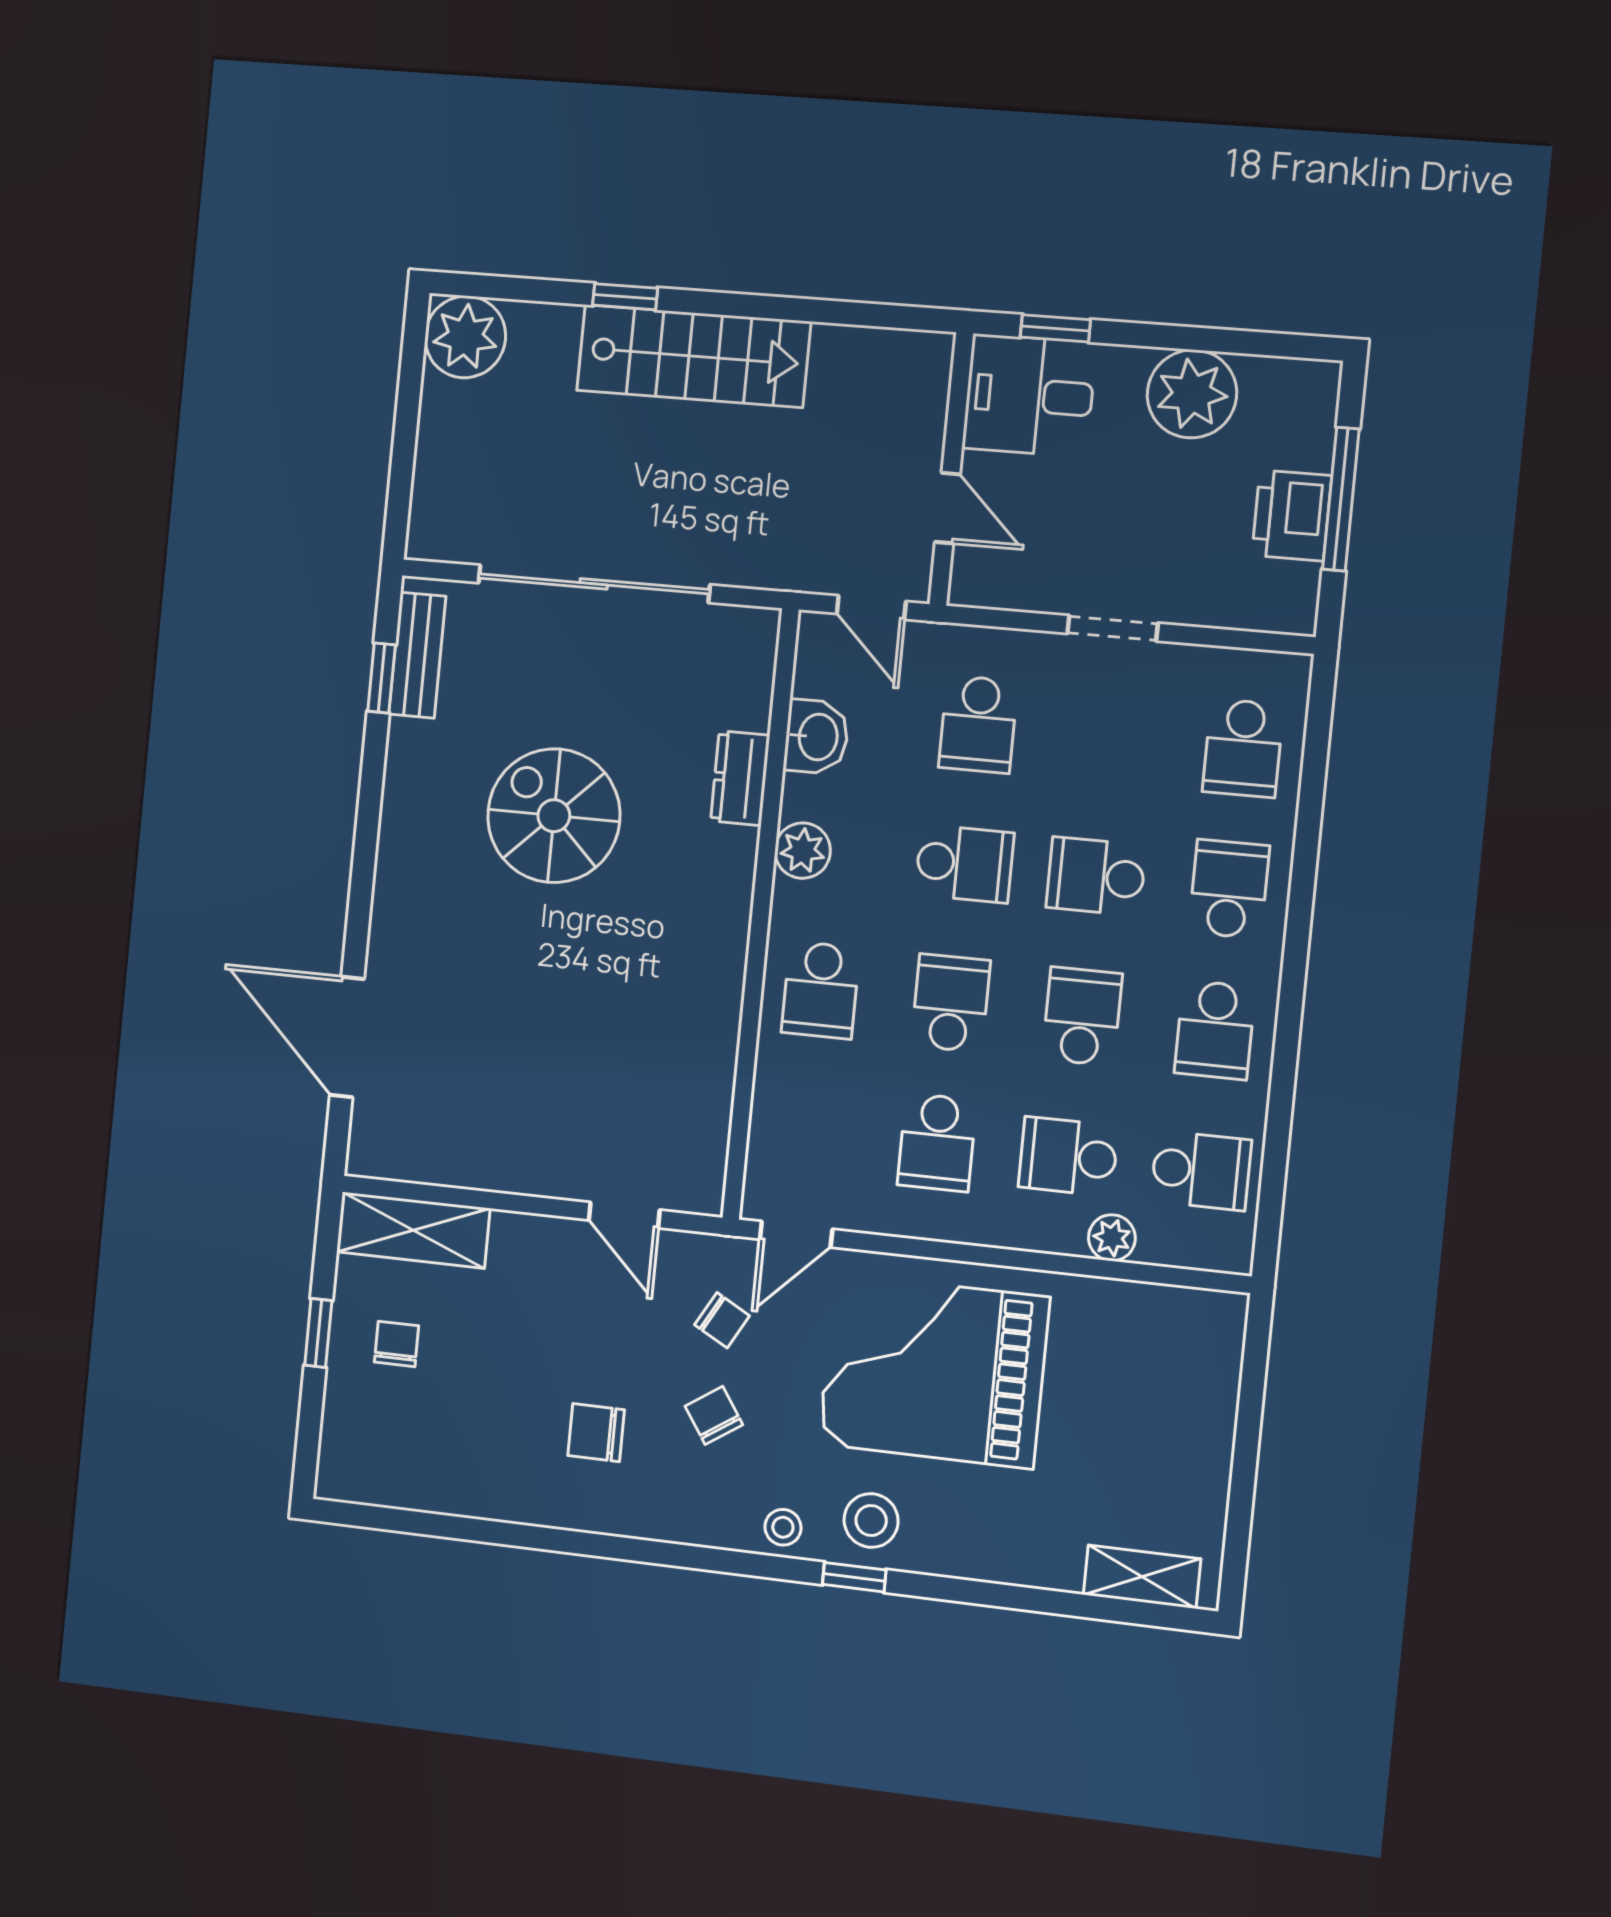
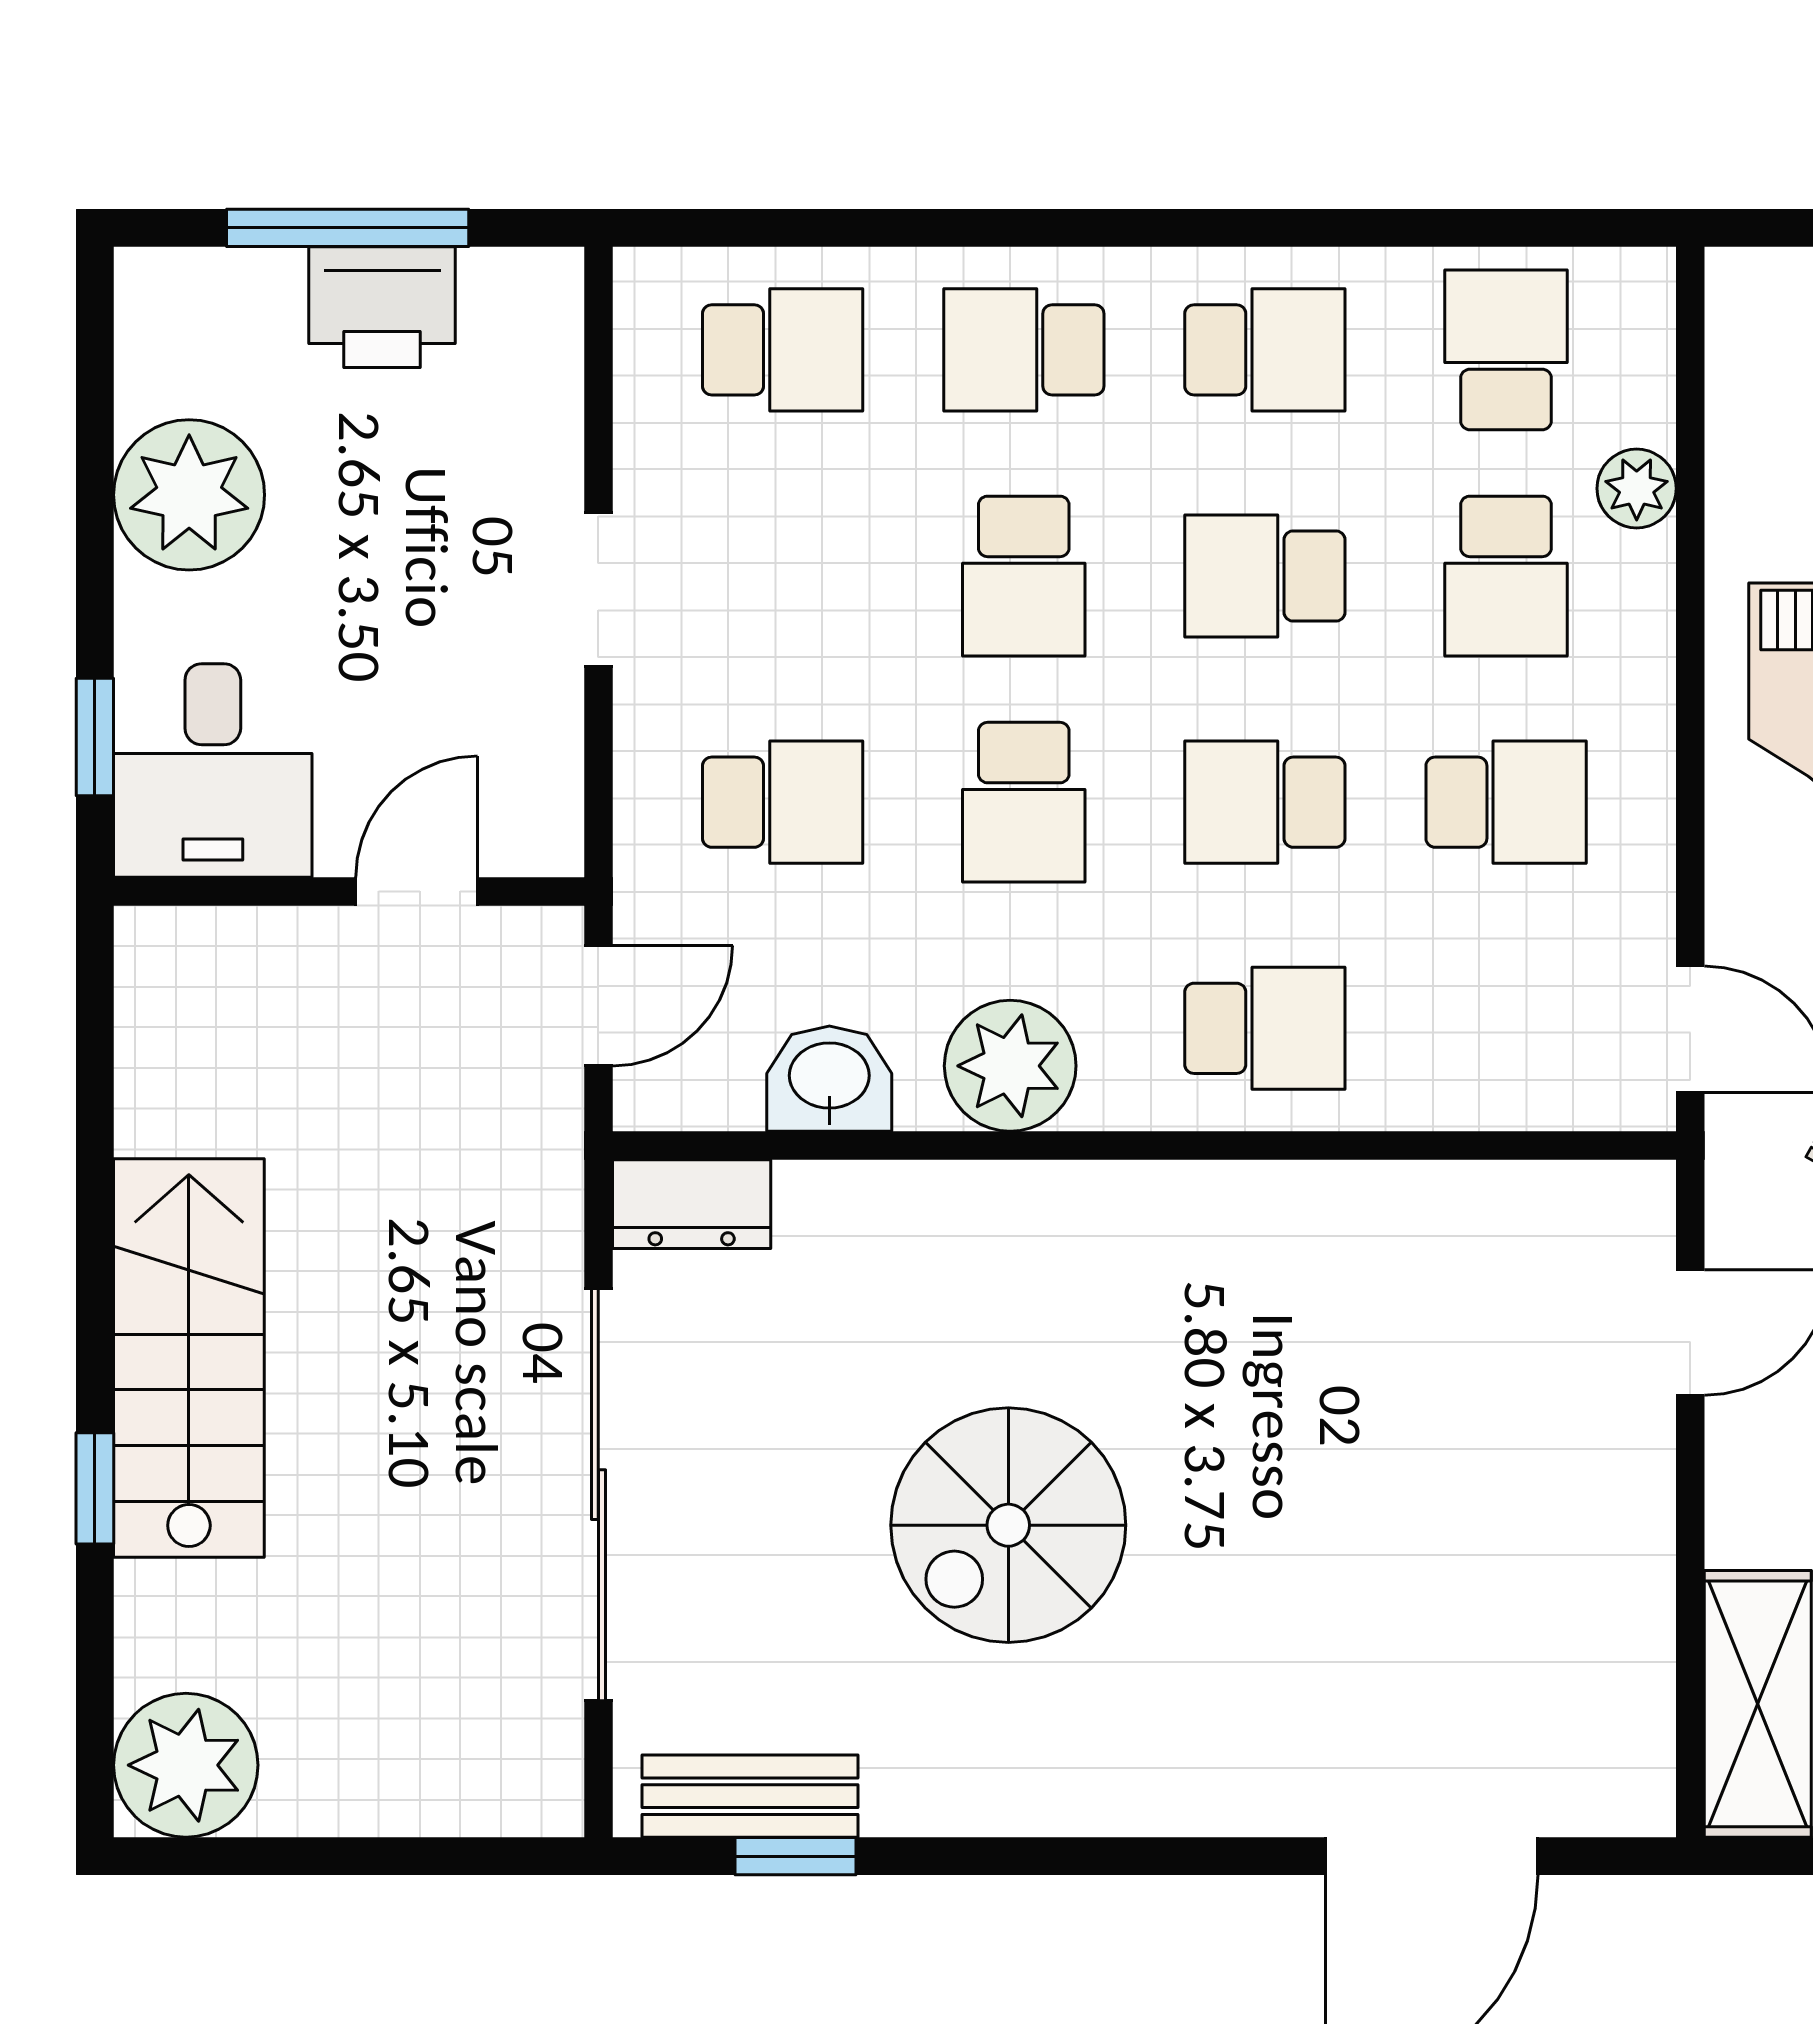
dresser: (740, 778) -> (692, 1204), moved
plant: (803, 851) -> (1010, 1066), width x1.36, depth x1.36
school desk: (964, 864) -> (1024, 802), turned 180

